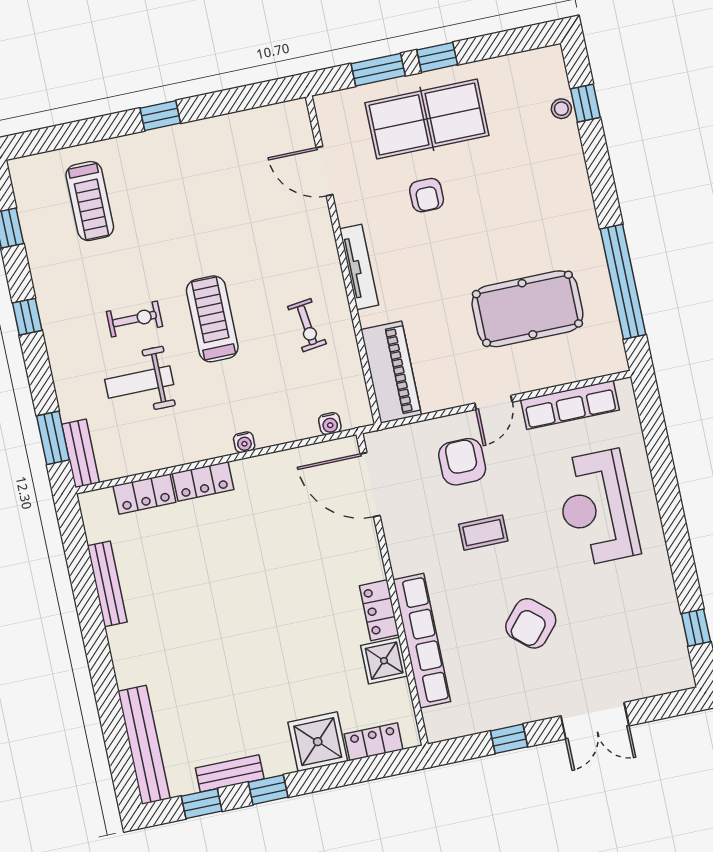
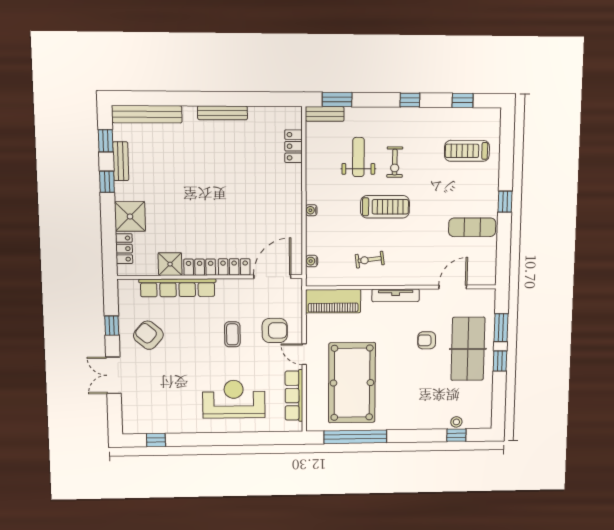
exercise mat: (216, 162) -> (472, 227), added
pool table: (527, 309) -> (352, 383), width x1.36, depth x1.32
locker: (203, 481) -> (234, 267), moved, turned 90
bench: (107, 584) -> (222, 113), moved
armchair: (531, 623) -> (148, 335), moved

